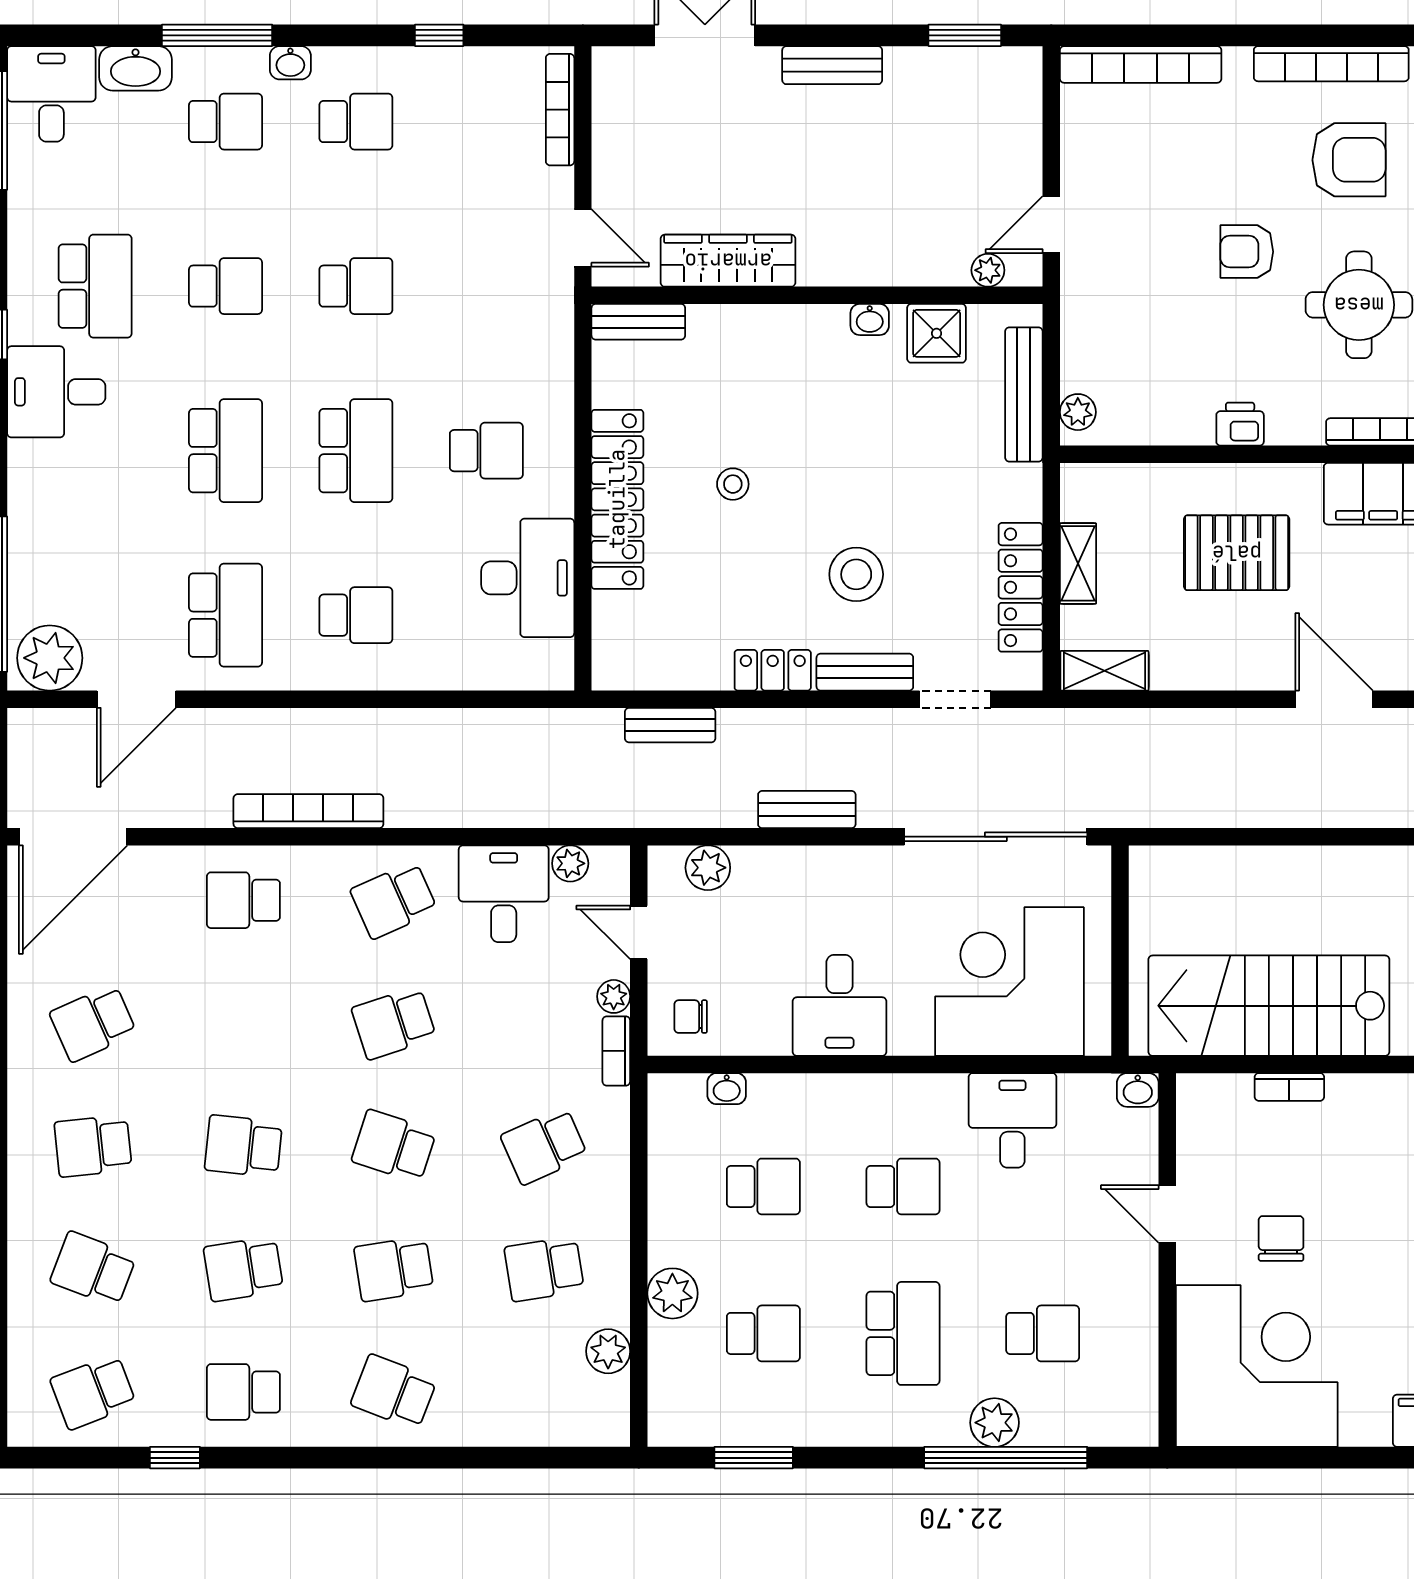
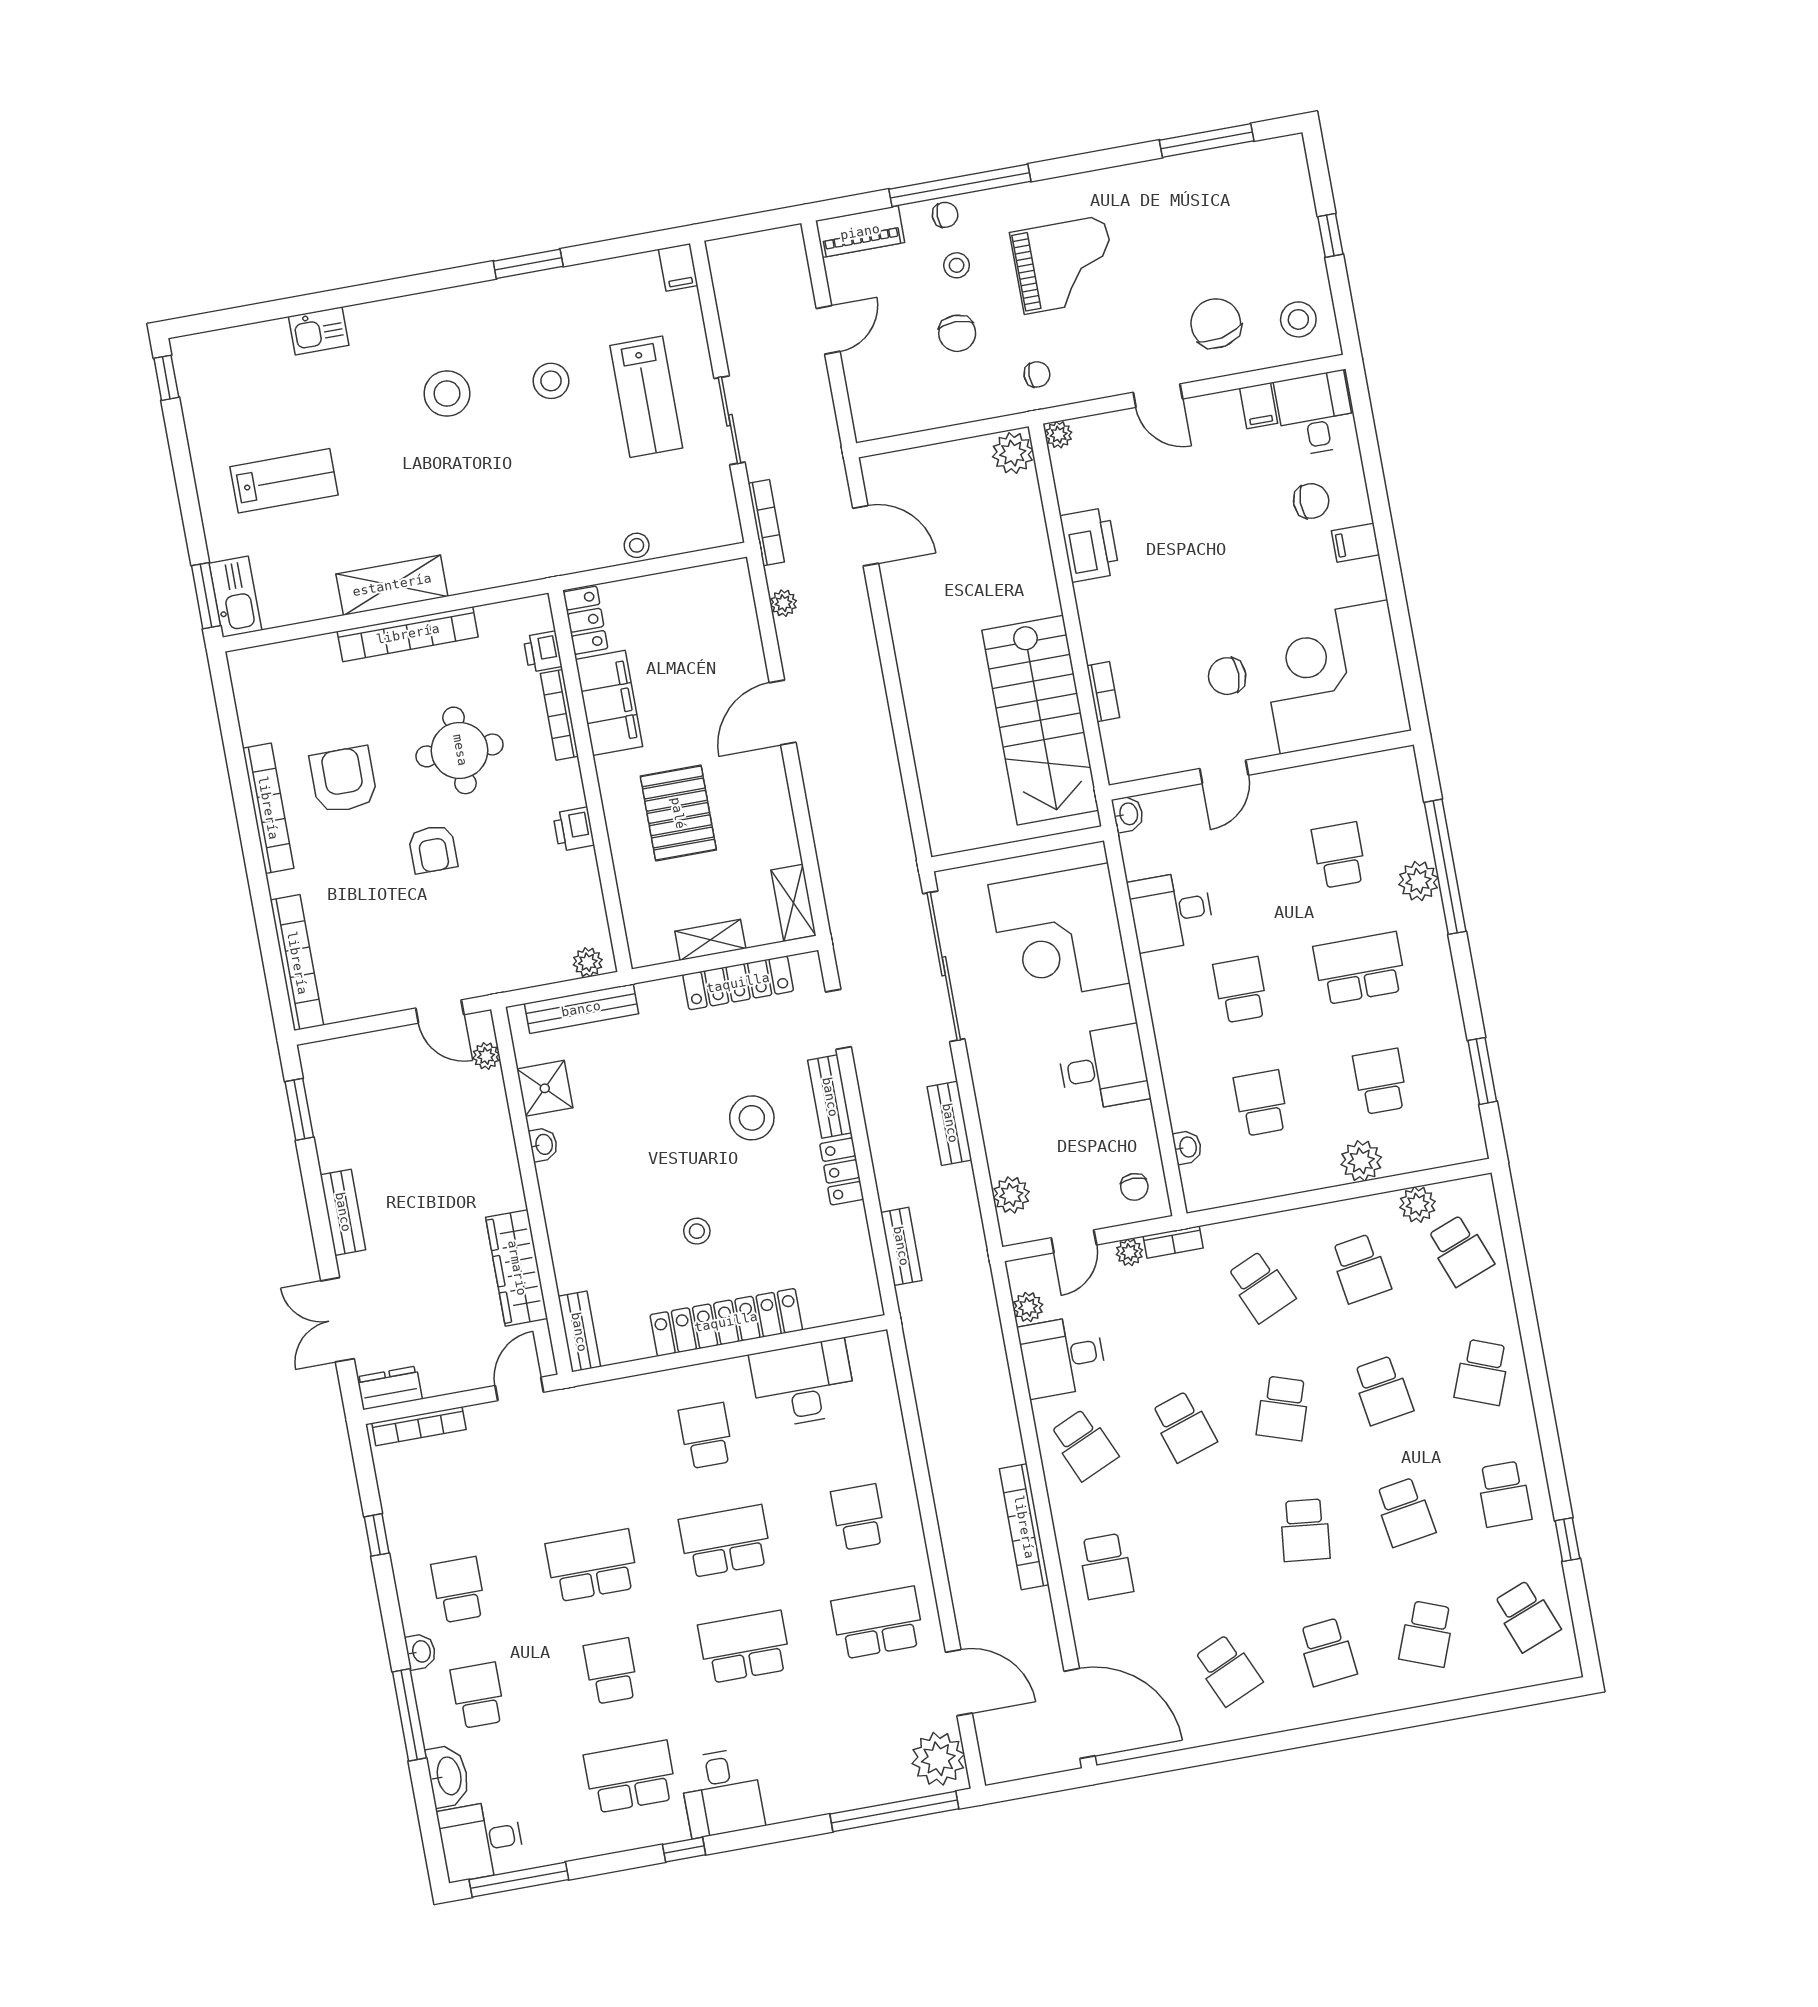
dresser: (612, 83) -> (390, 1388), added
school desk: (356, 286) -> (592, 1566), width x1.85
school desk: (544, 1392) -> (1460, 1250), added

